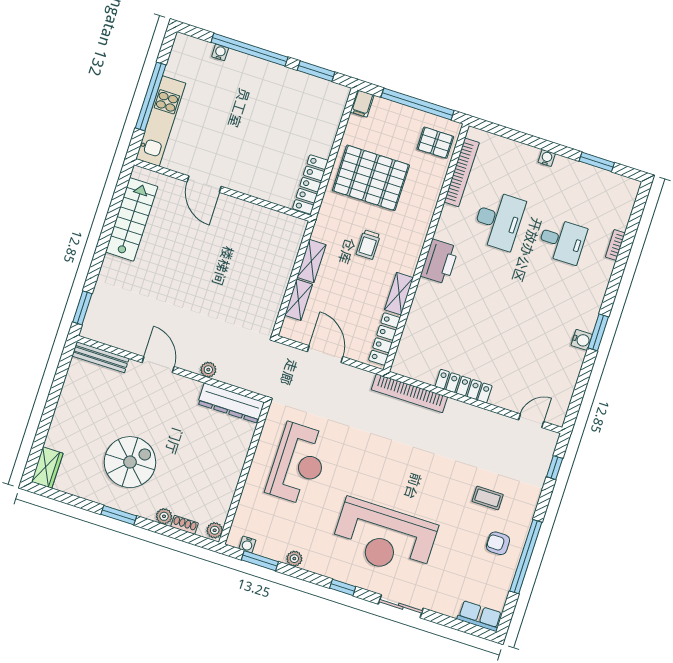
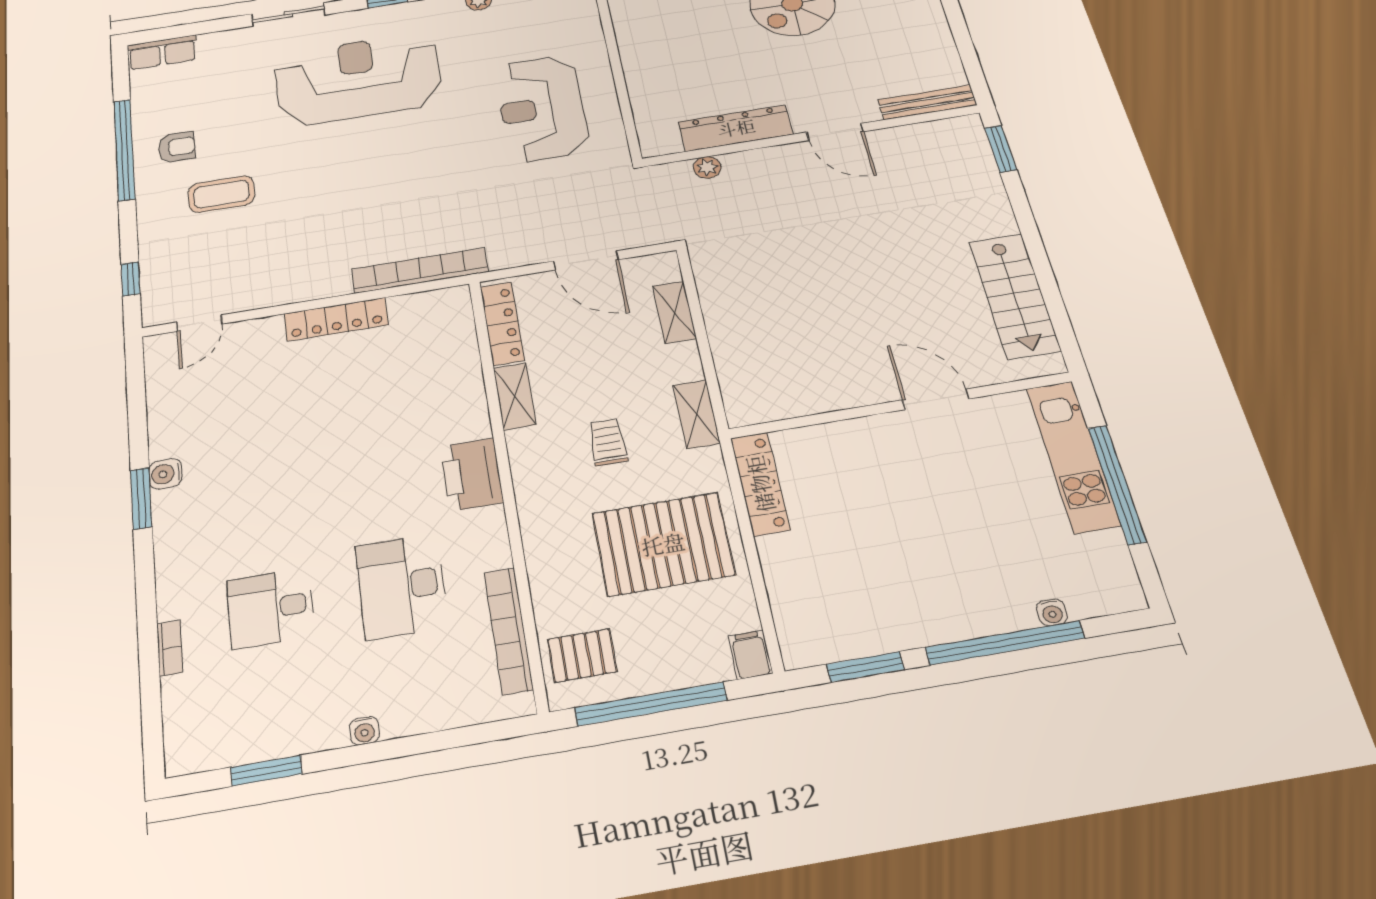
shelving: (311, 261) -> (696, 414), moved
plant: (208, 370) -> (707, 167), moved
dresser: (231, 403) -> (736, 128), moved
coffee table: (488, 498) -> (221, 194), width x1.36, depth x1.30

